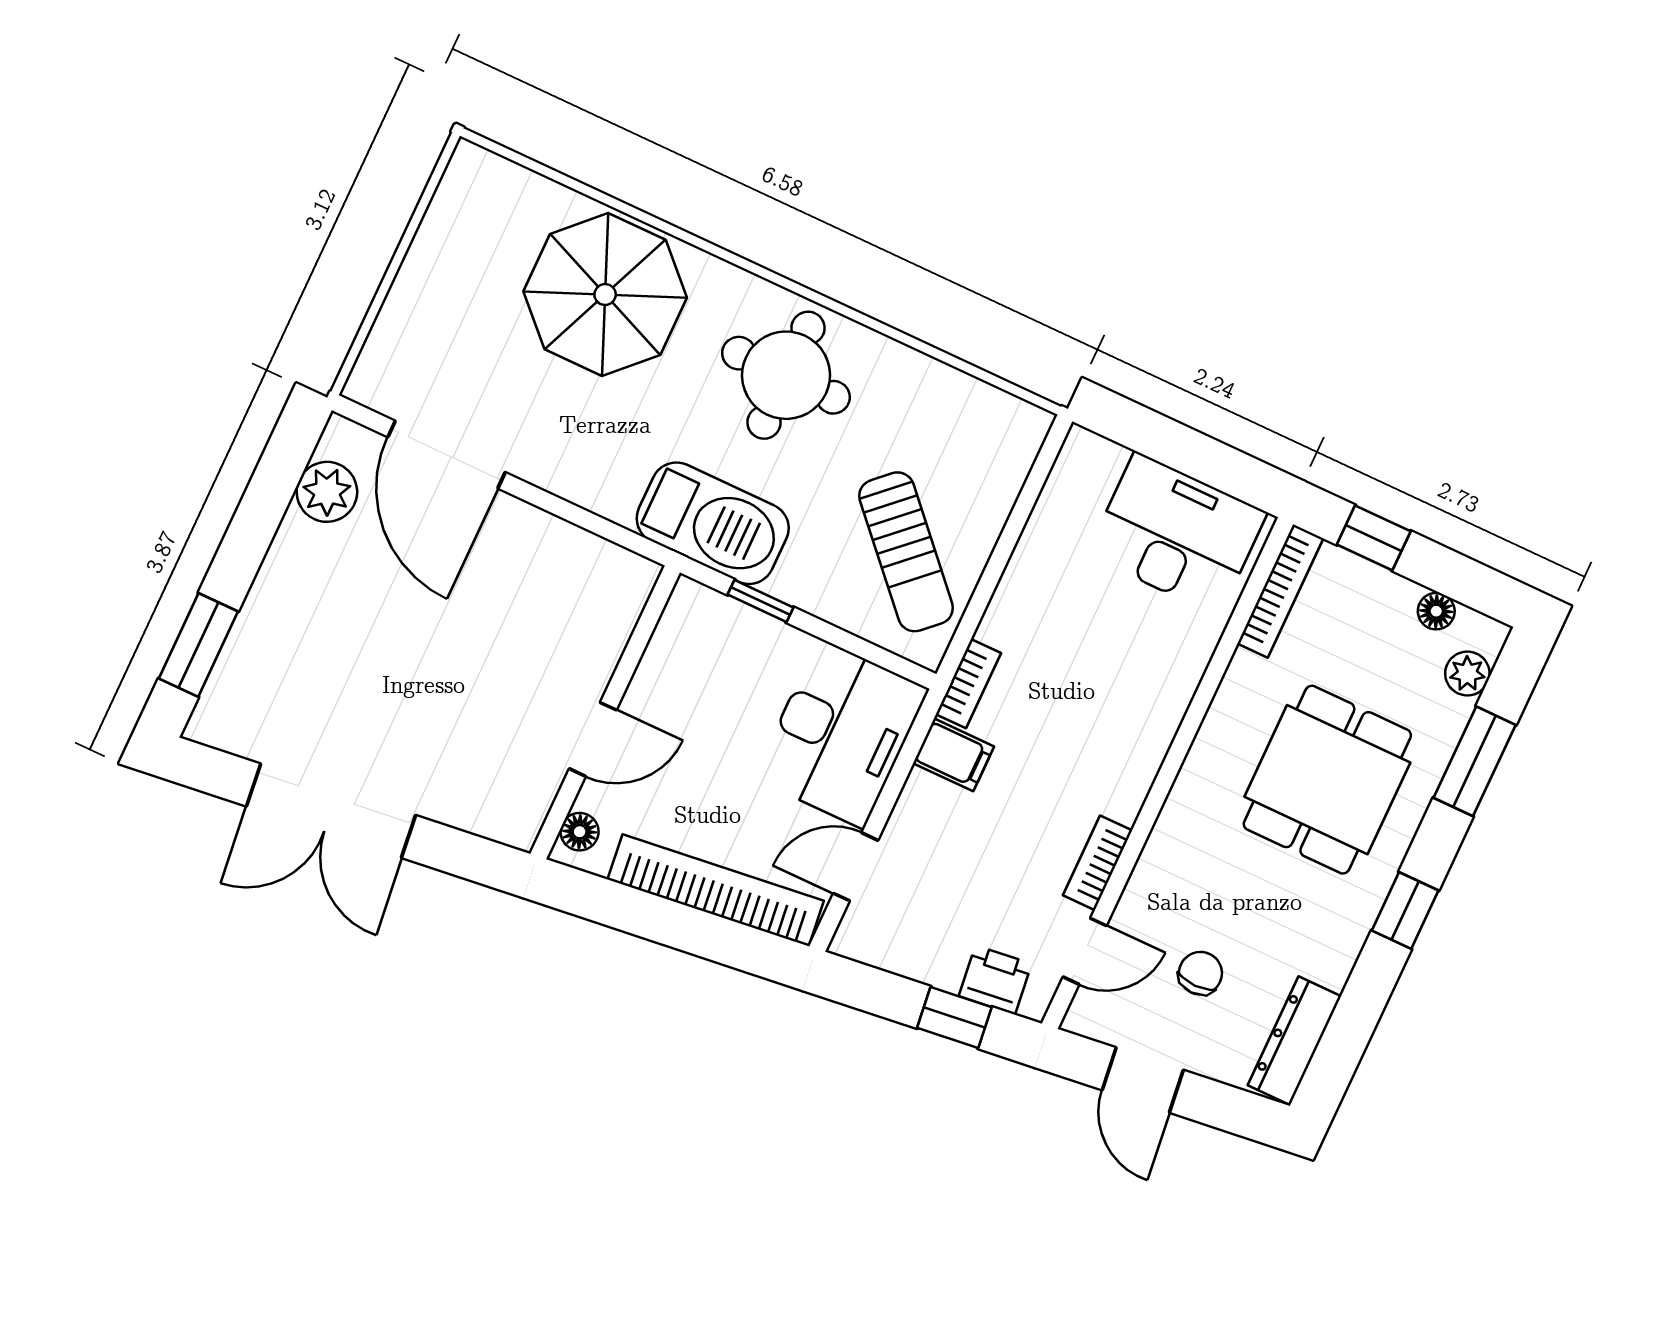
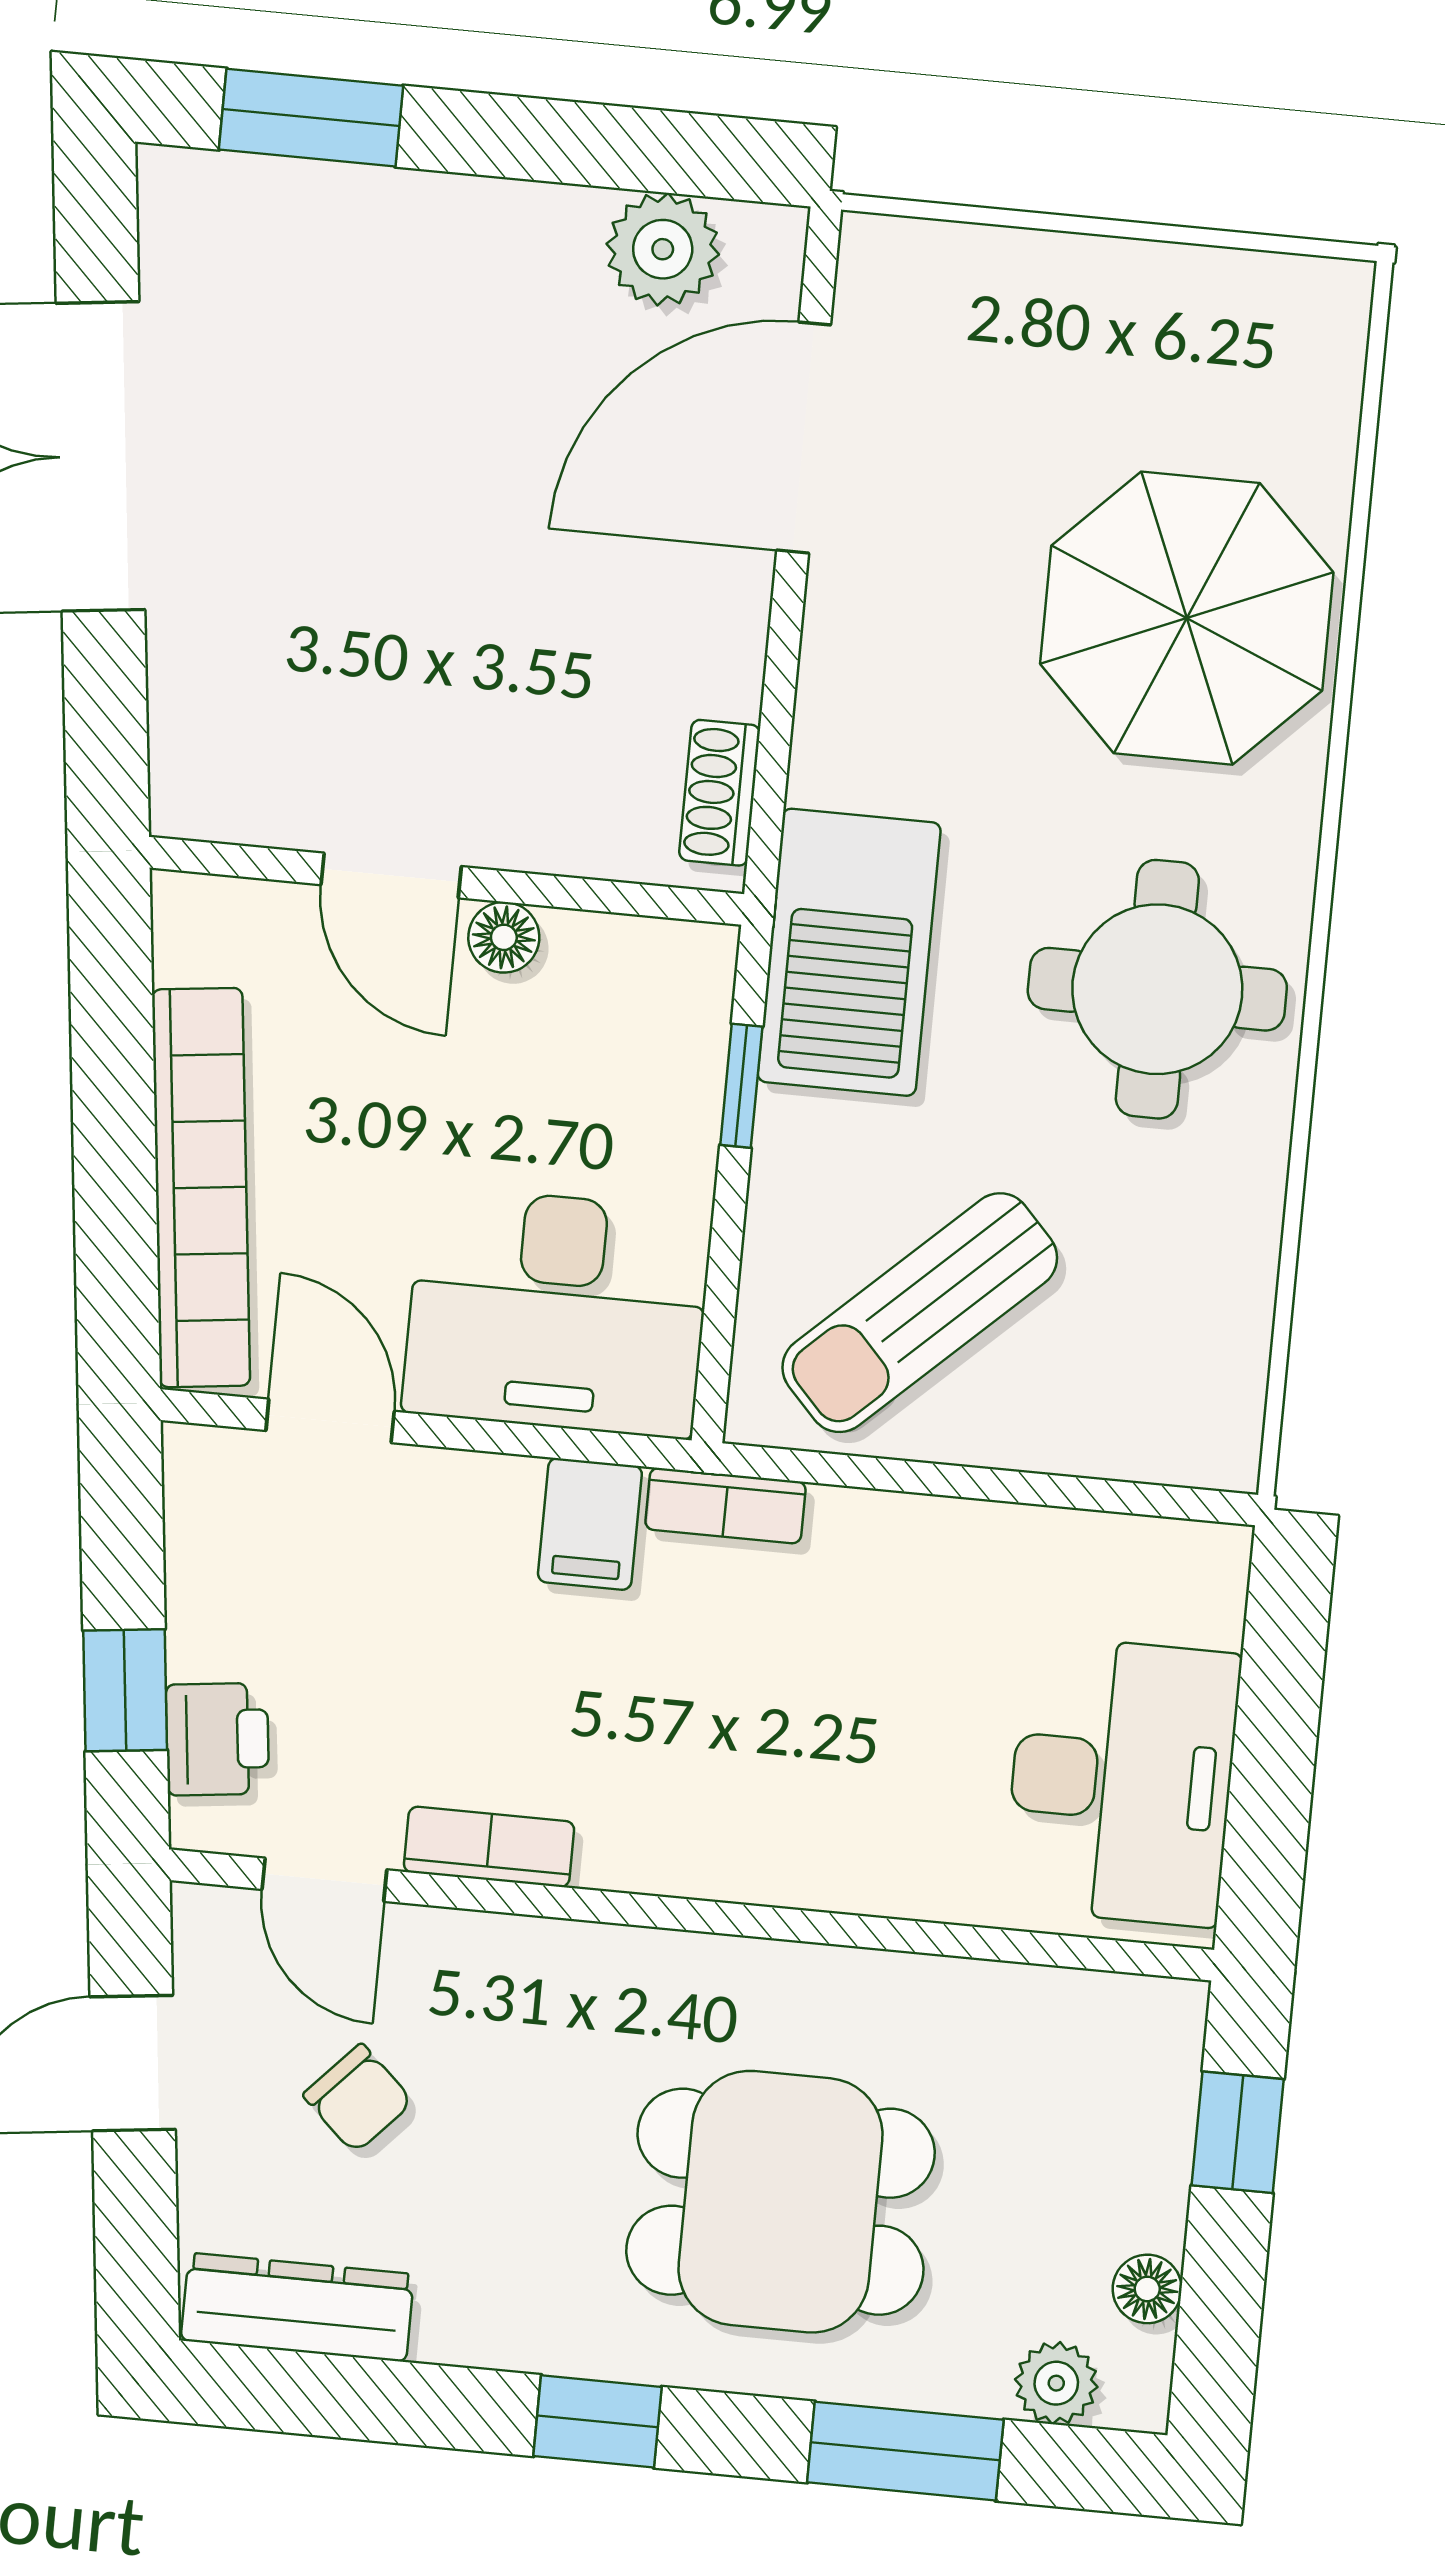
shoe rack: (610, 560) -> (720, 793), added
bookcase: (1280, 591) -> (1085, 2000), removed
floor lamp: (580, 832) -> (504, 937), moved
chair: (1200, 973) -> (358, 2098), turned 43

